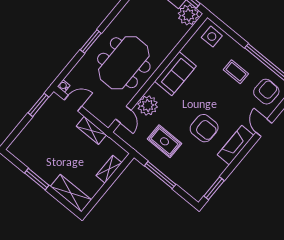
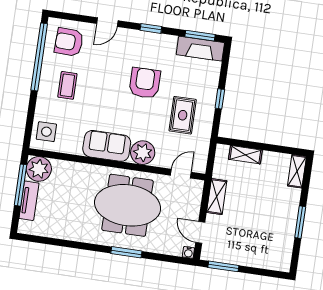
plant: (148, 105) -> (143, 153), moved
fireplace: (236, 145) -> (200, 49), moved
window: (240, 156) -> (151, 28), added
window: (160, 175) -> (220, 99), width x0.46
shelving: (71, 193) -> (297, 171), width x0.67, depth x0.75

